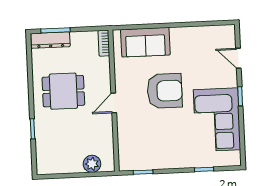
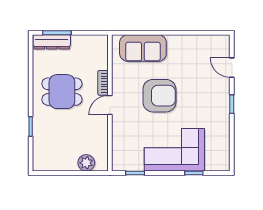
bookcase: (104, 43) -> (103, 83), moved
corner sofa: (217, 120) -> (174, 150), moved, turned 90

